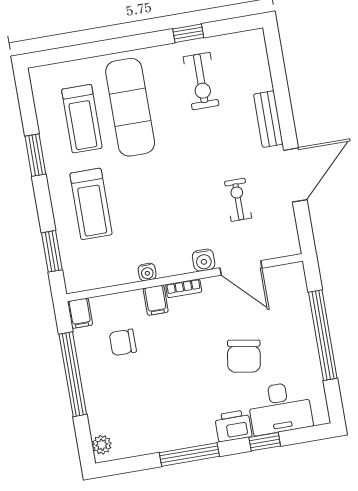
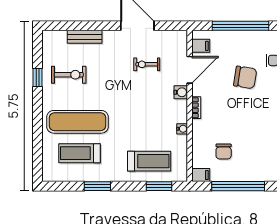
treadmill: (82, 119) -> (79, 153), turned 180
bench: (268, 119) -> (85, 37), moved
treadmill: (91, 204) -> (149, 161), moved
filing cabinet: (156, 300) -> (201, 46), moved

